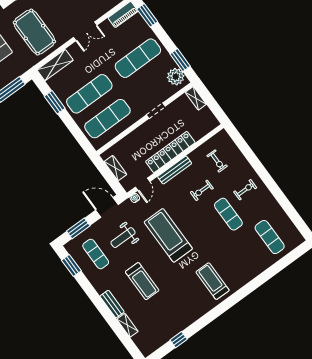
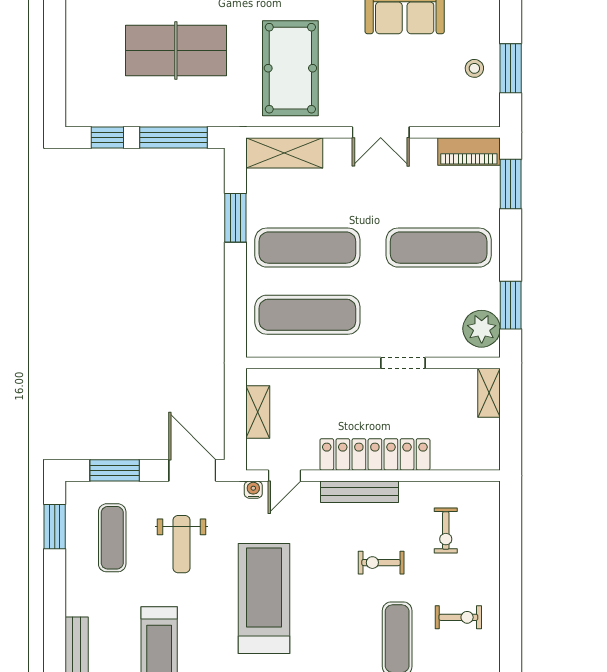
weight bench: (123, 238) -> (181, 544), turned -90

